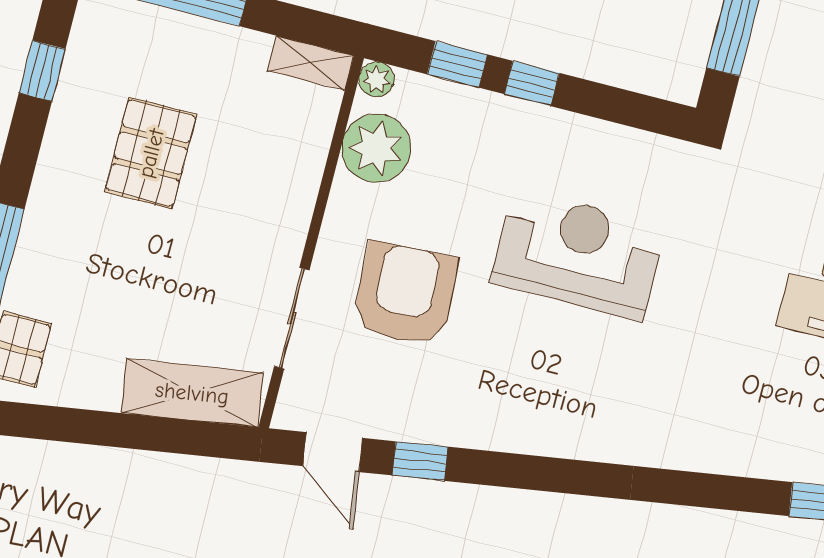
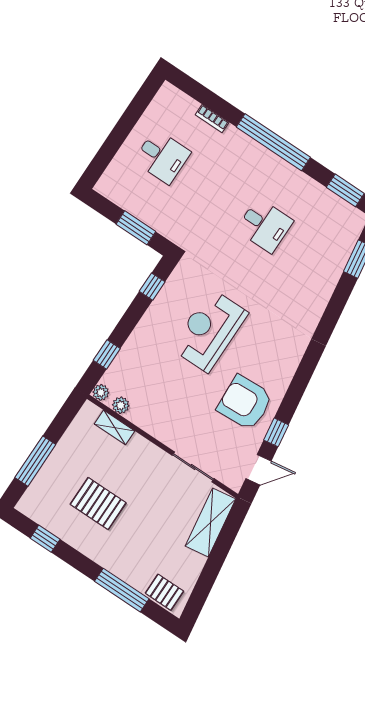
shelving: (310, 63) -> (115, 427), moved, turned 90
window: (532, 83) -> (152, 287), moved
plant: (376, 148) -> (121, 405), width x0.53, depth x0.53
armchair: (405, 294) -> (245, 403), moved

